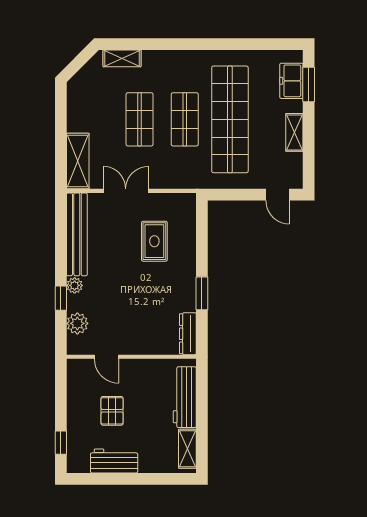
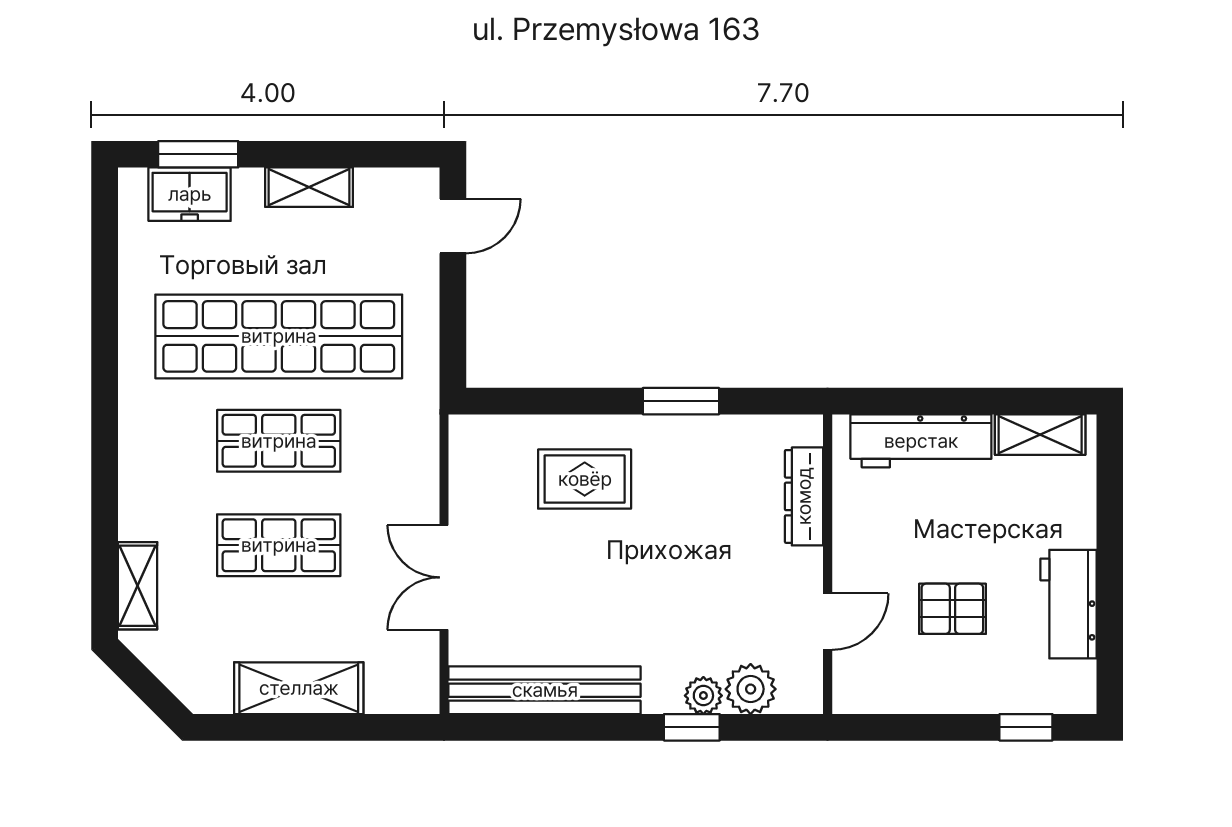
shelving: (78, 161) -> (299, 688), moved
rug: (154, 241) -> (585, 479), moved
plant: (75, 285) -> (703, 696), moved
dresser: (188, 334) -> (804, 496), moved, turned 90

